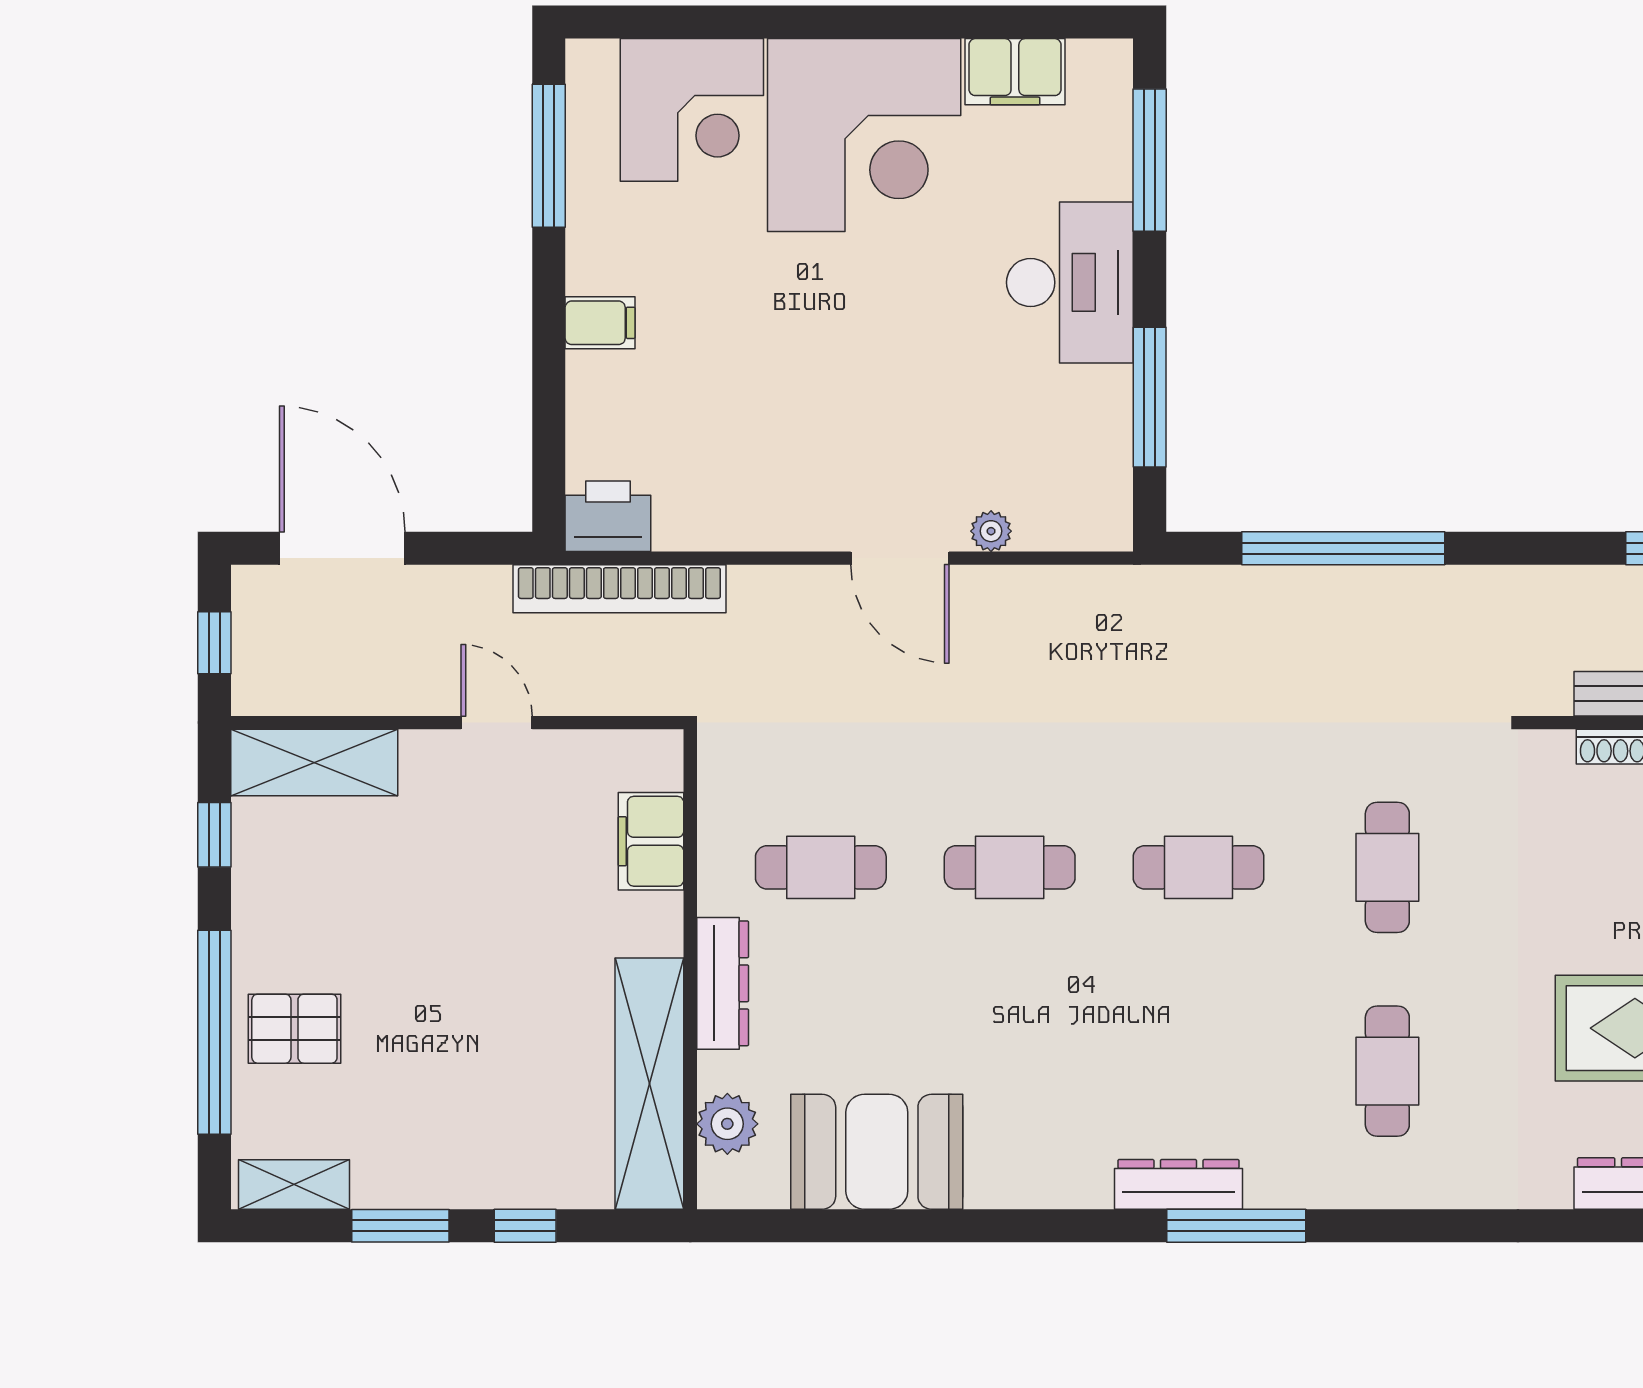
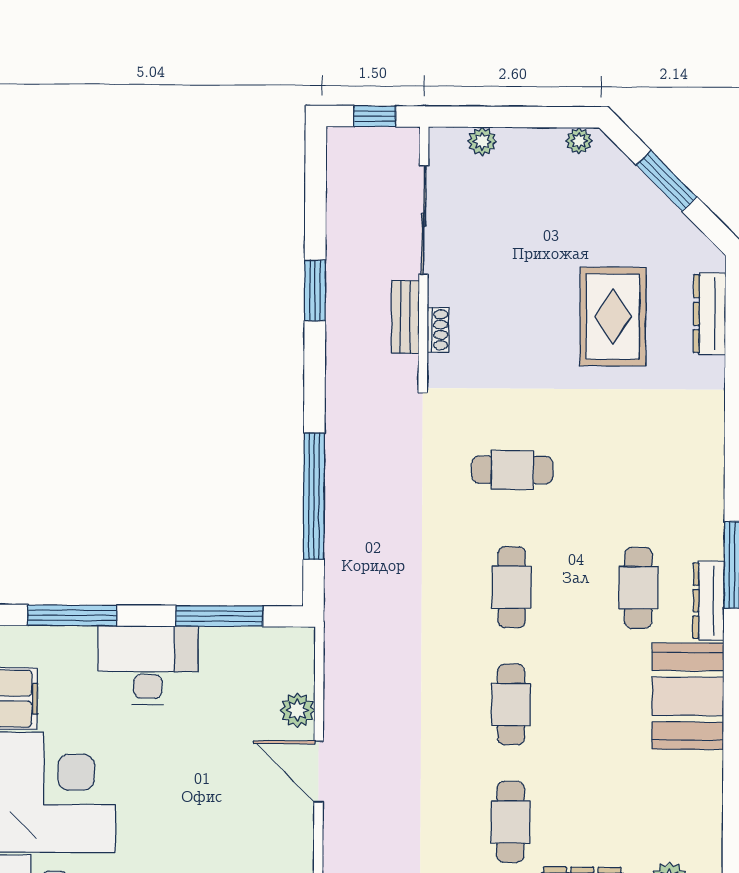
plant: (991, 531) -> (297, 710), width x1.38, depth x1.38
door: (900, 558) -> (319, 772), swing flipped
cafe table: (1387, 1071) -> (638, 588), moved, turned 90
booth: (877, 1152) -> (688, 696), moved

